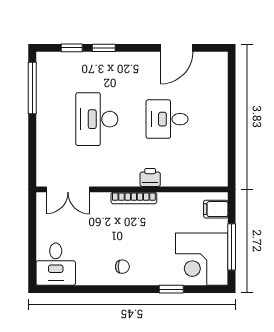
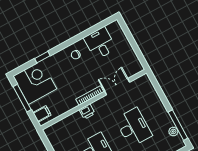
plant: (44, 82) -> (173, 131), added
double door: (68, 189) -> (117, 87), moved
desk: (56, 264) -> (100, 43), moved

